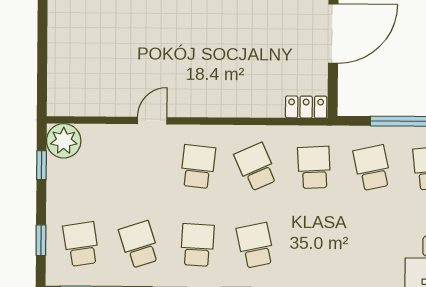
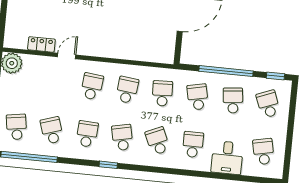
locker: (306, 107) -> (41, 44), moved
school desk: (256, 167) -> (127, 90), turned 30
school desk: (314, 246) -> (158, 141), added
school desk: (372, 246) -> (193, 145), added

